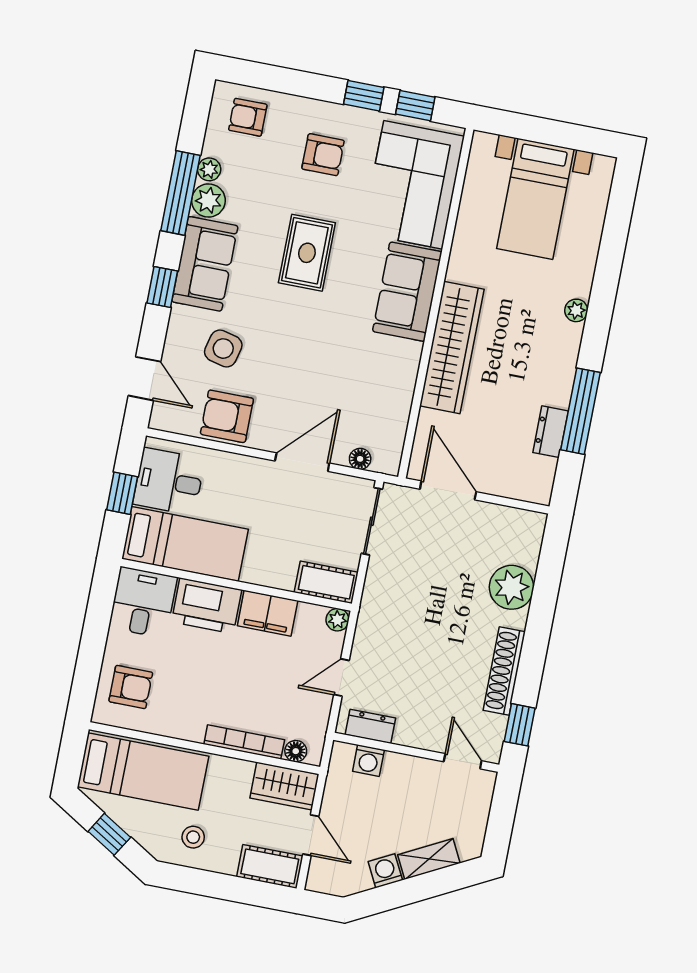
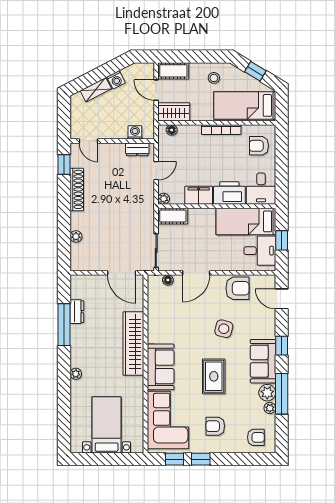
side table: (223, 349) -> (224, 329), moved
plant: (511, 587) -> (76, 236), width x0.53, depth x0.53
bookcase: (244, 742) -> (221, 130), moved

